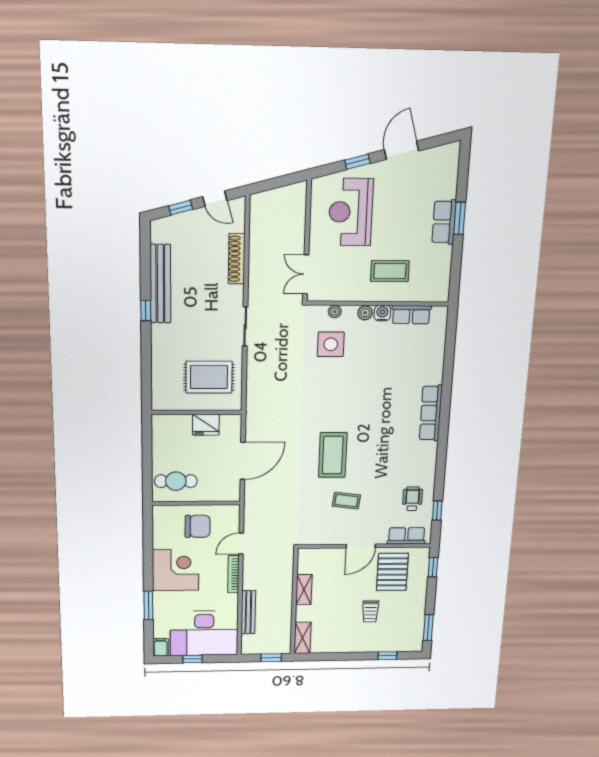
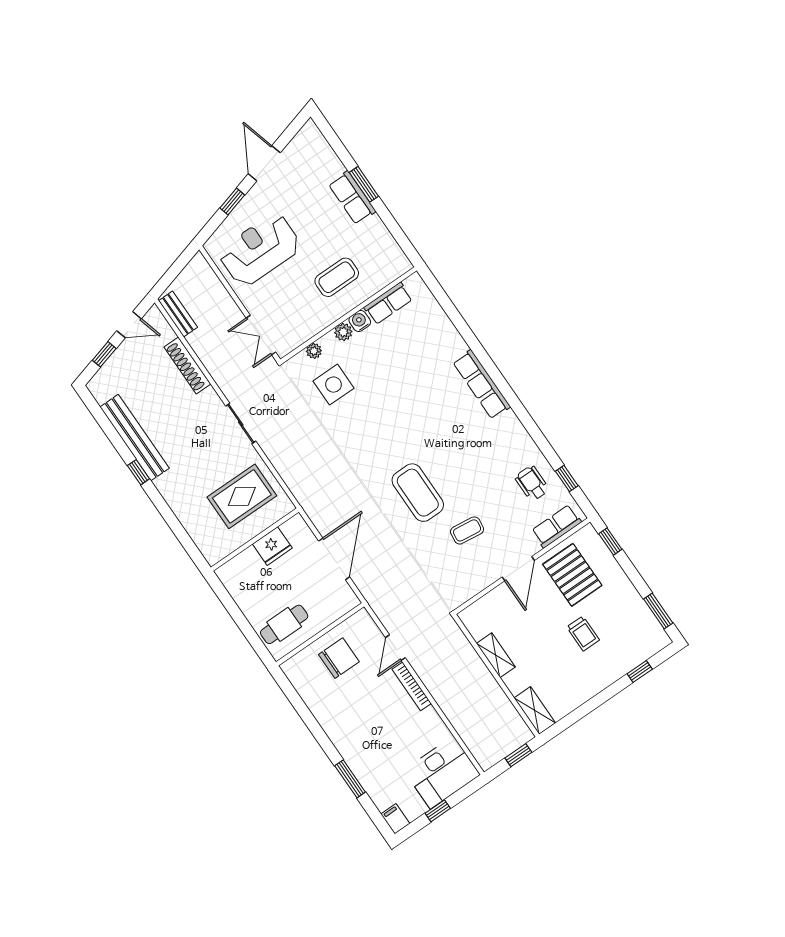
reception desk: (351, 212) -> (260, 250), turned 90
corner desk: (176, 570) -> (350, 721), removed
bench: (248, 612) -> (178, 314), moved, width x0.73
desk: (204, 633) -> (442, 773), width x0.73, depth x0.77

